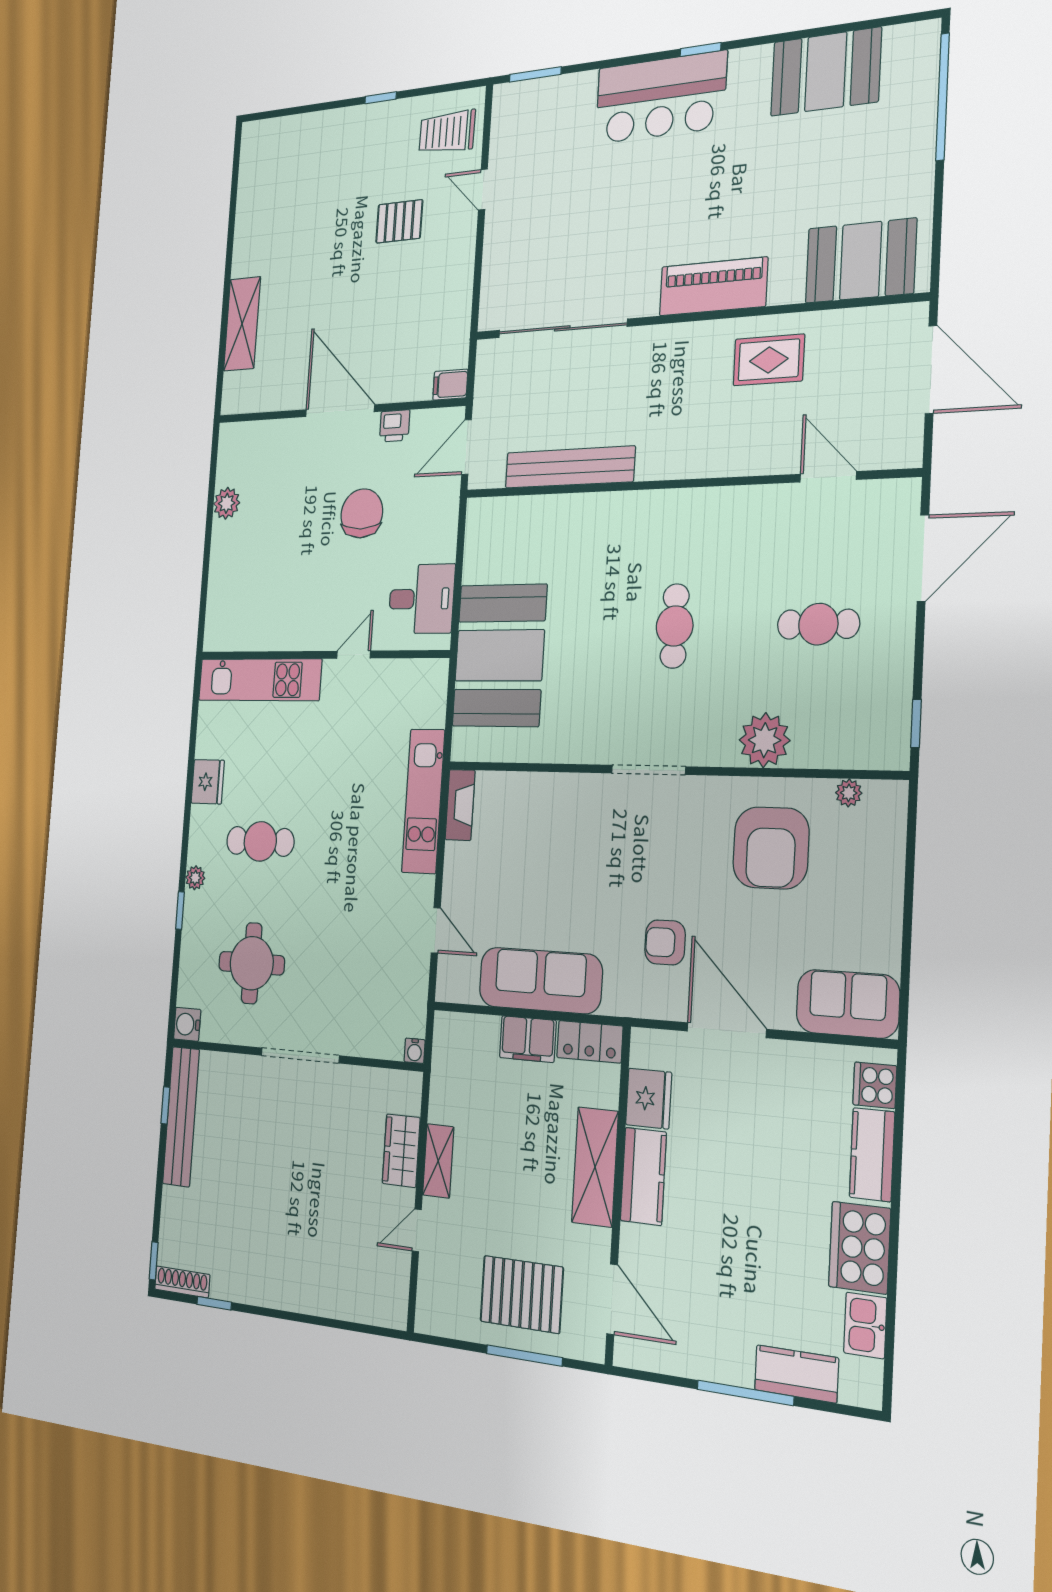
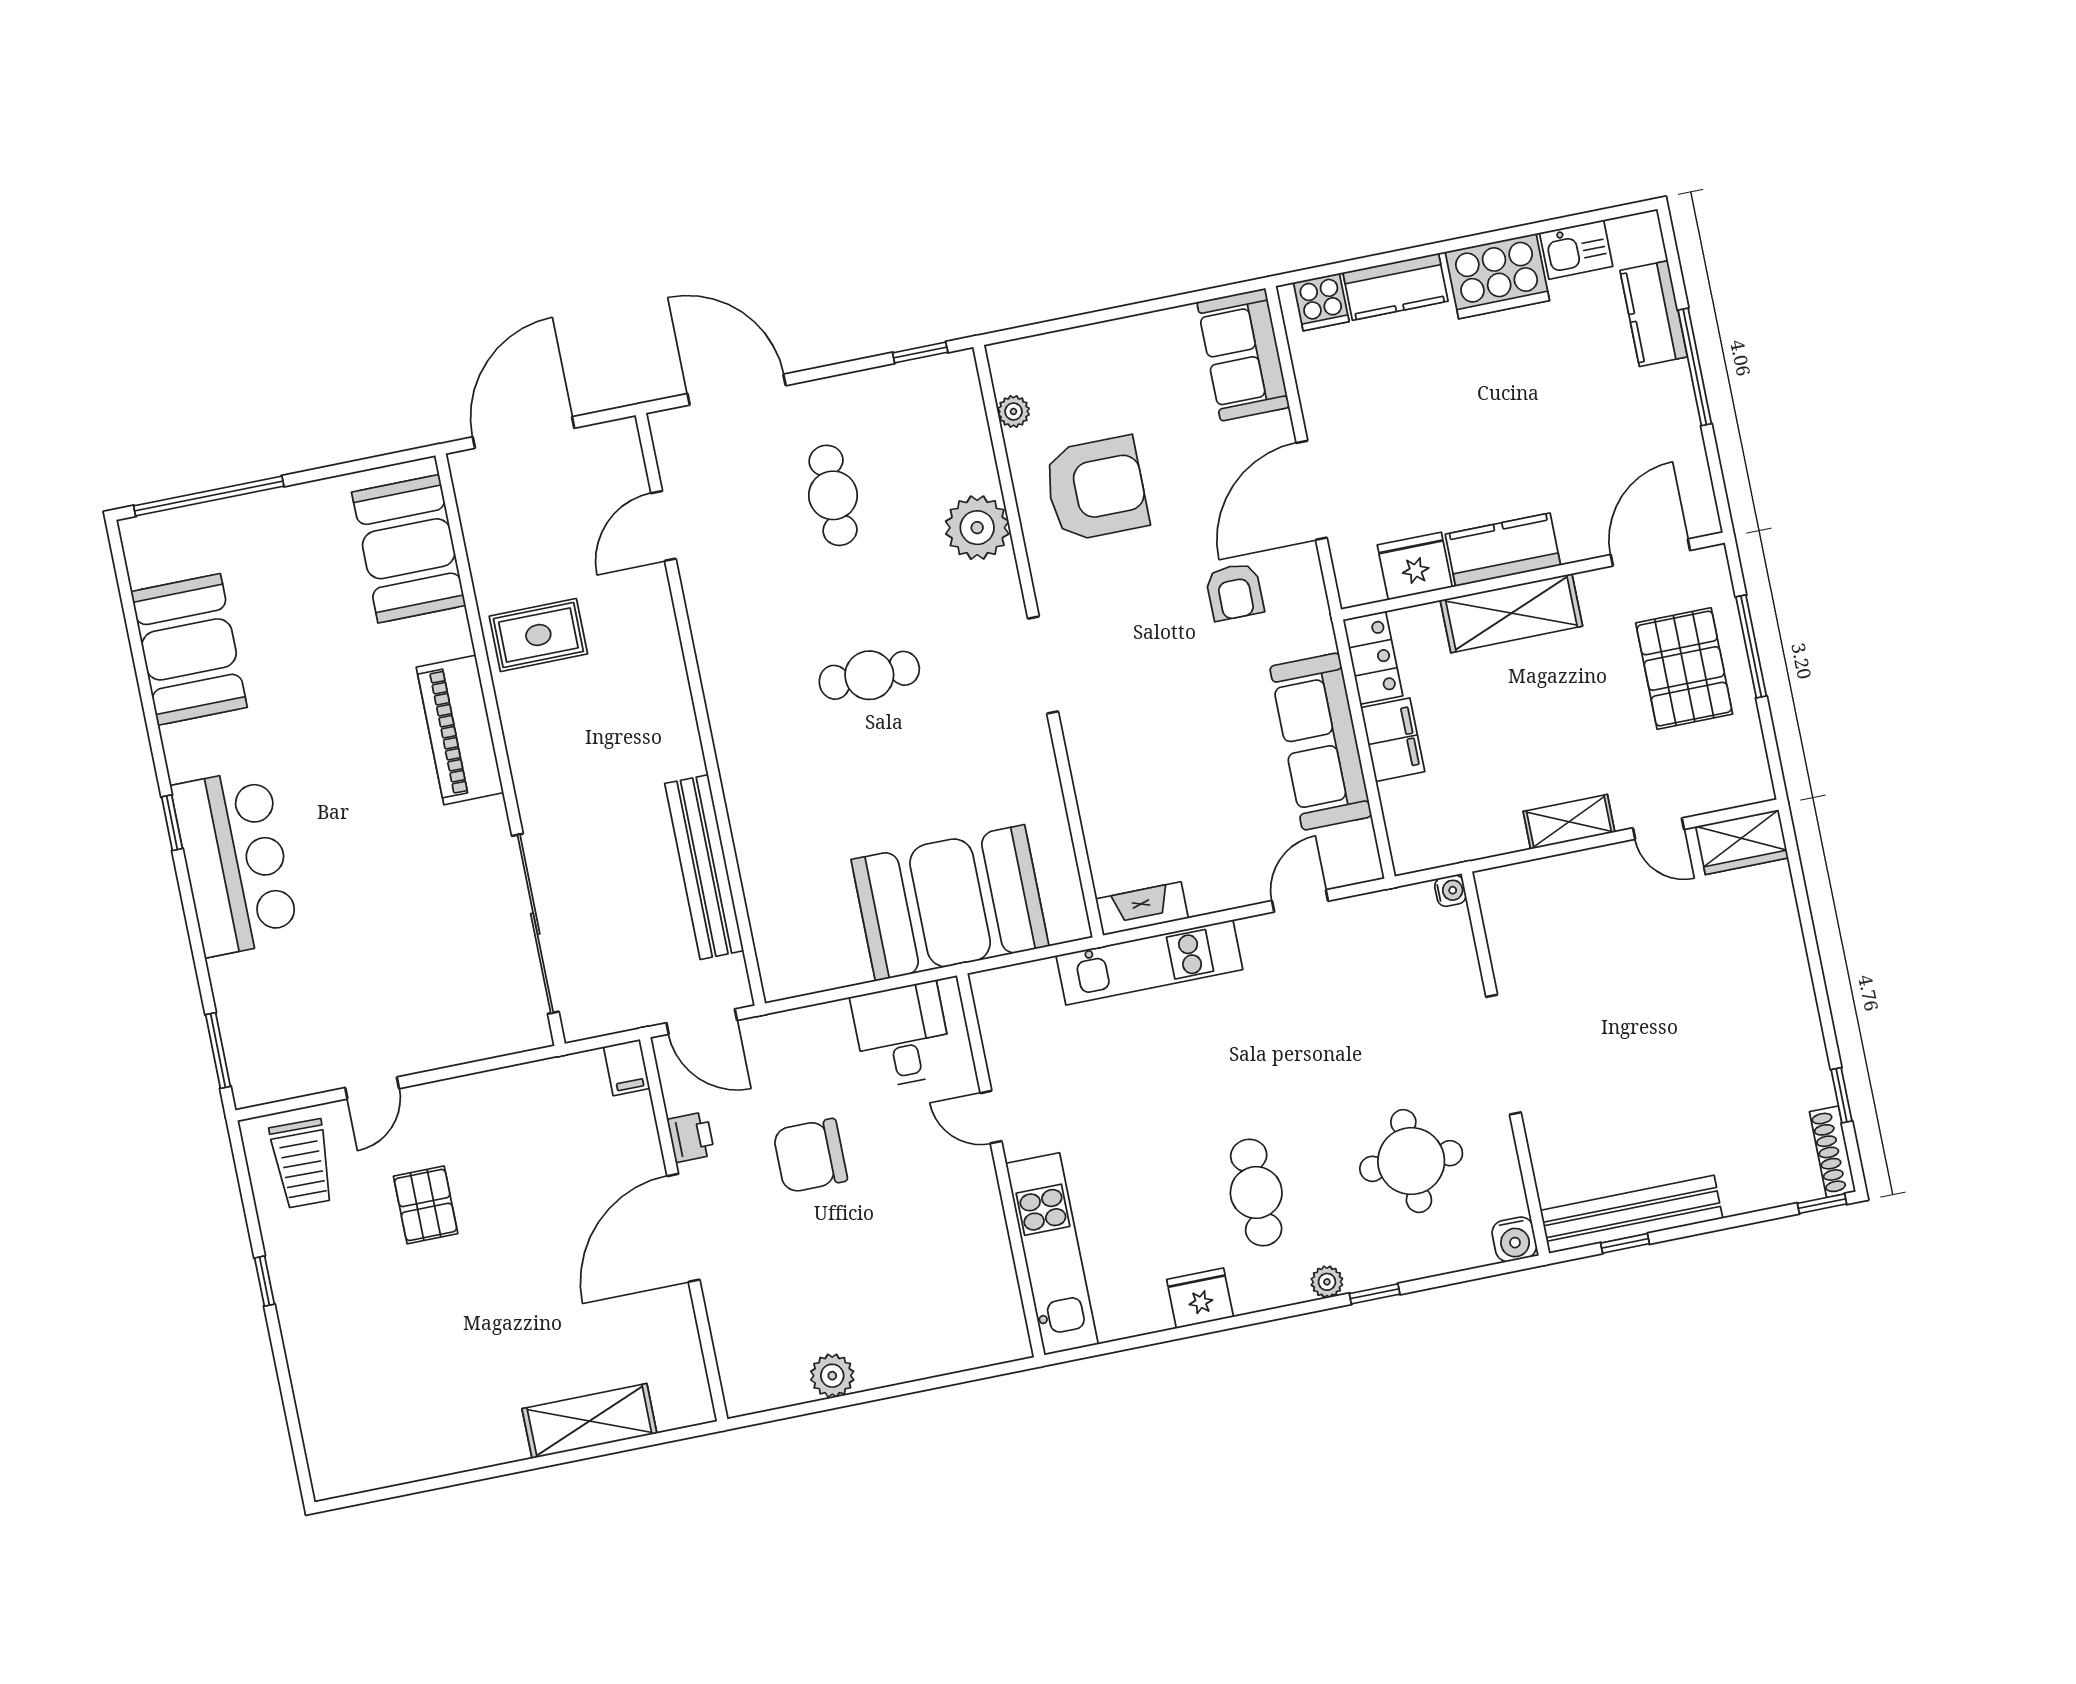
rug: (769, 360) -> (538, 635), turned 90
wardrobe: (401, 1151) -> (1742, 842), moved

